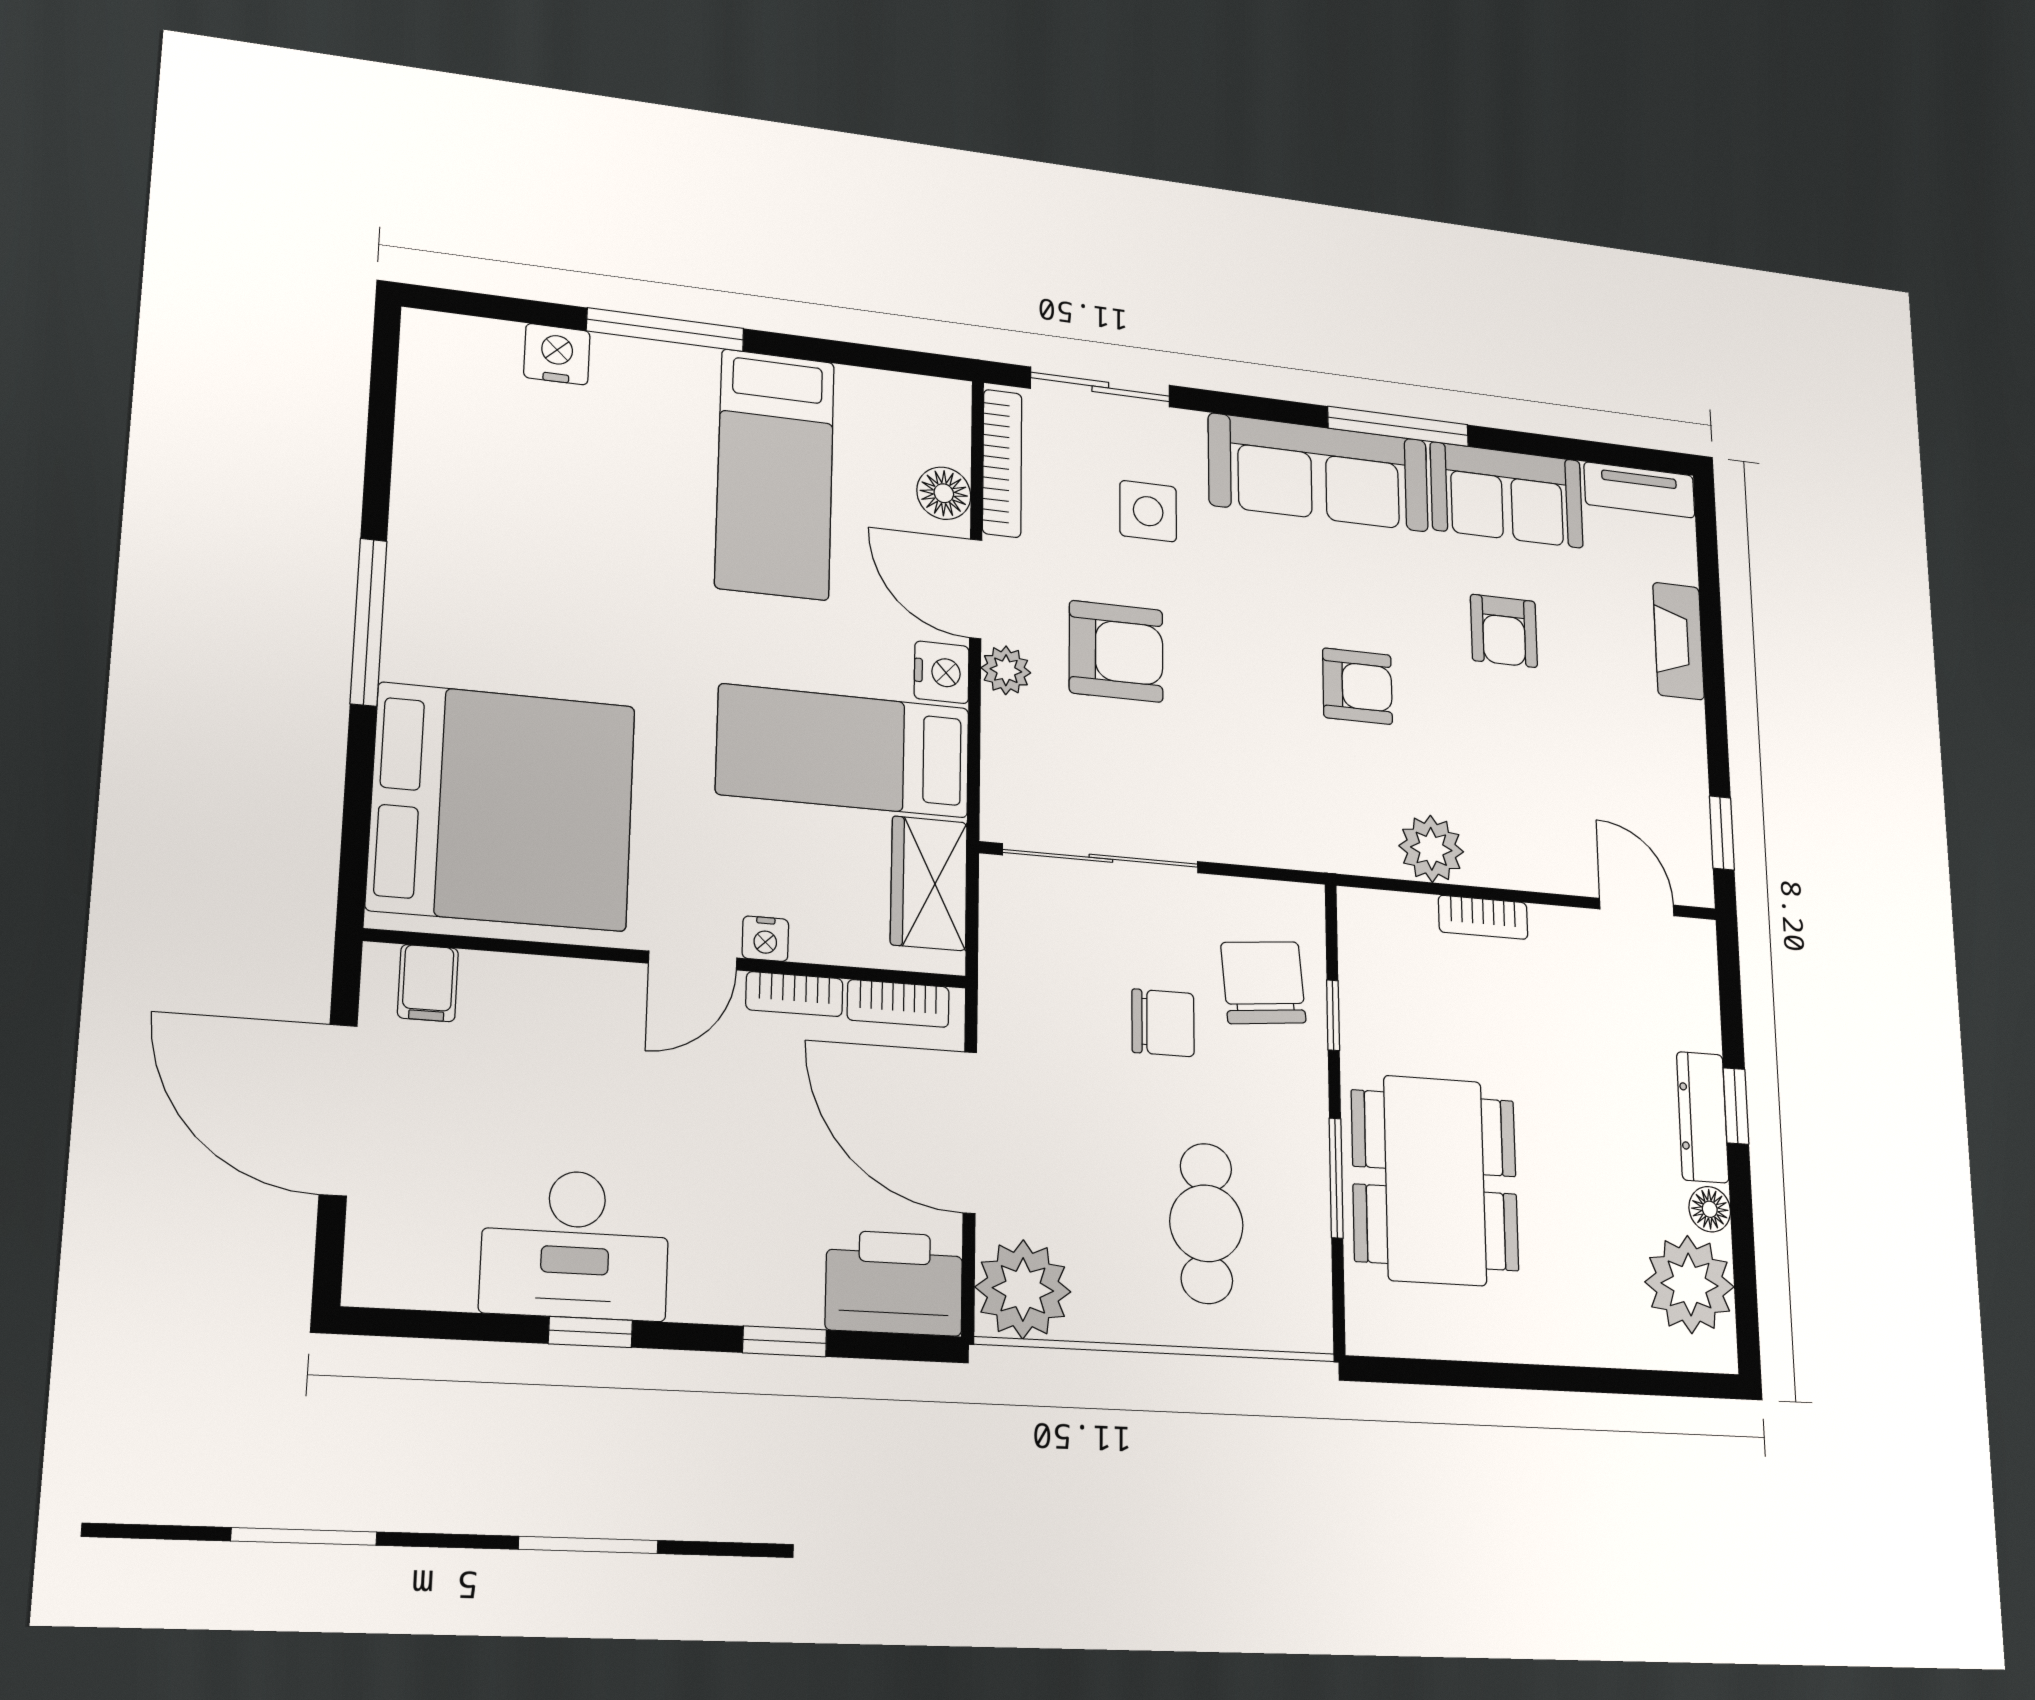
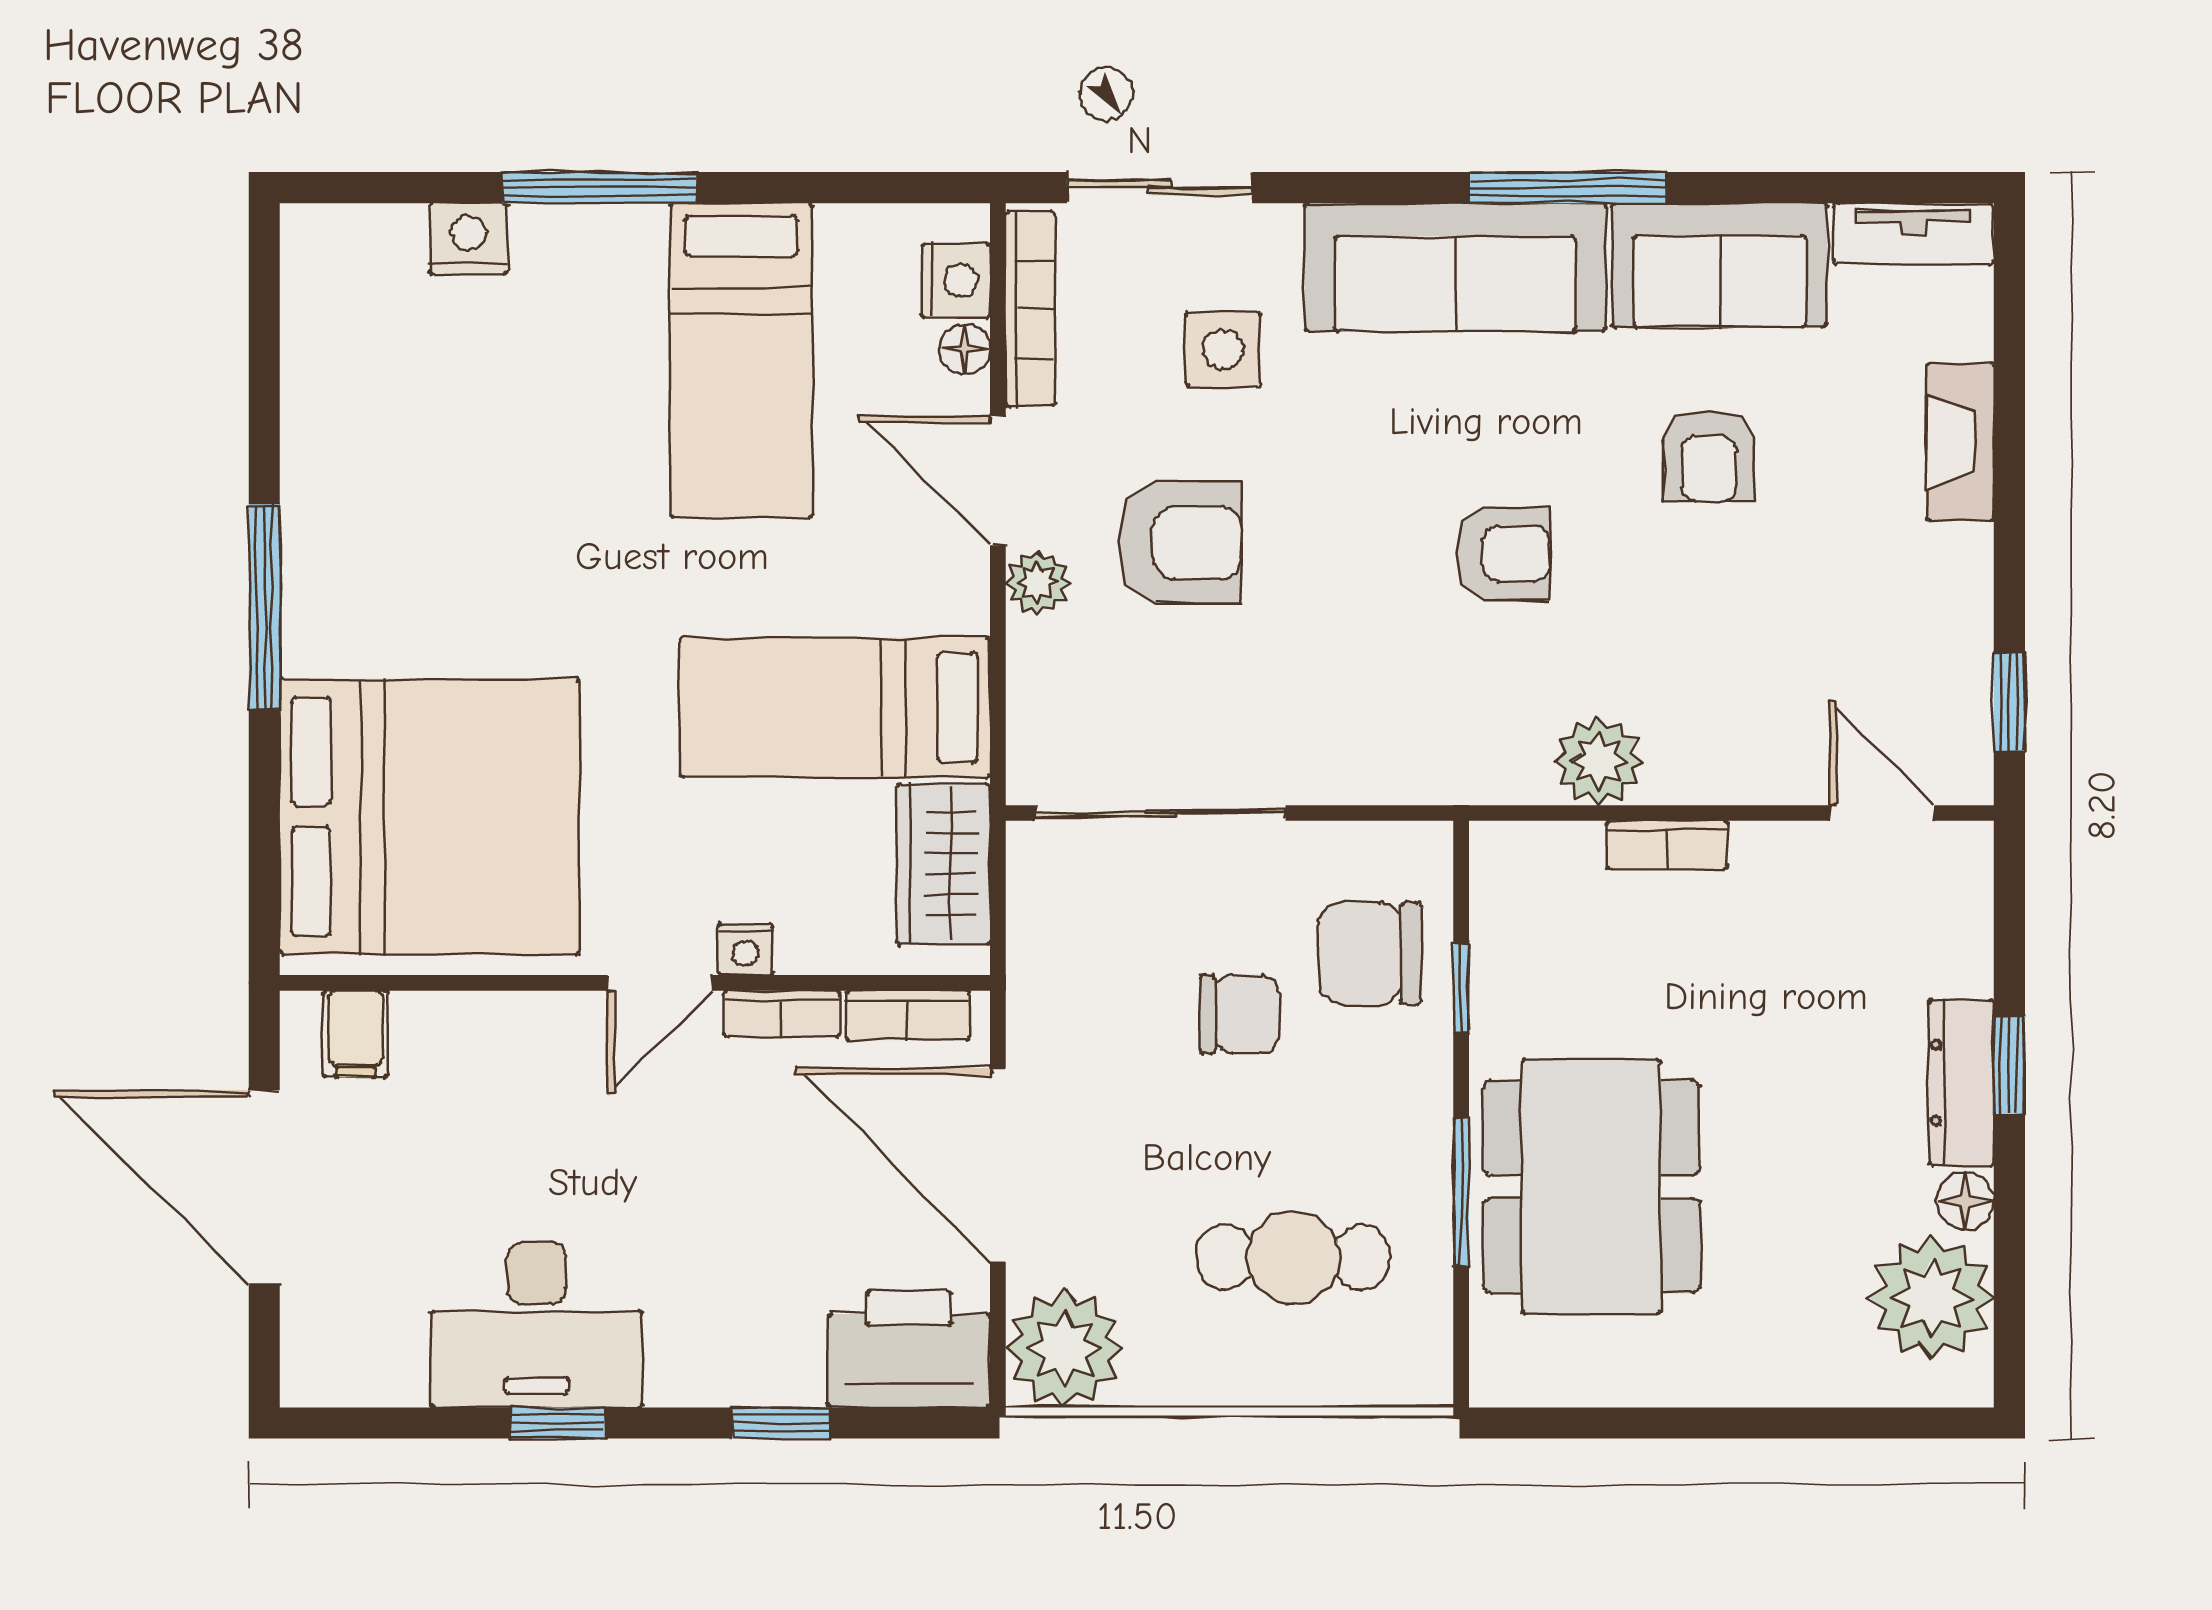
floor lamp: (944, 493) -> (965, 349), width x0.73, depth x0.73
nightstand: (942, 672) -> (956, 280), moved
chair: (1263, 983) -> (1370, 953), turned -85
cafe table: (1206, 1223) -> (1293, 1257), turned 90

